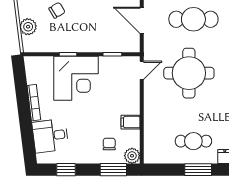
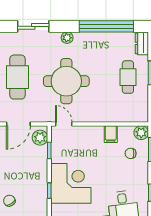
plant: (127, 44) -> (40, 138), added

